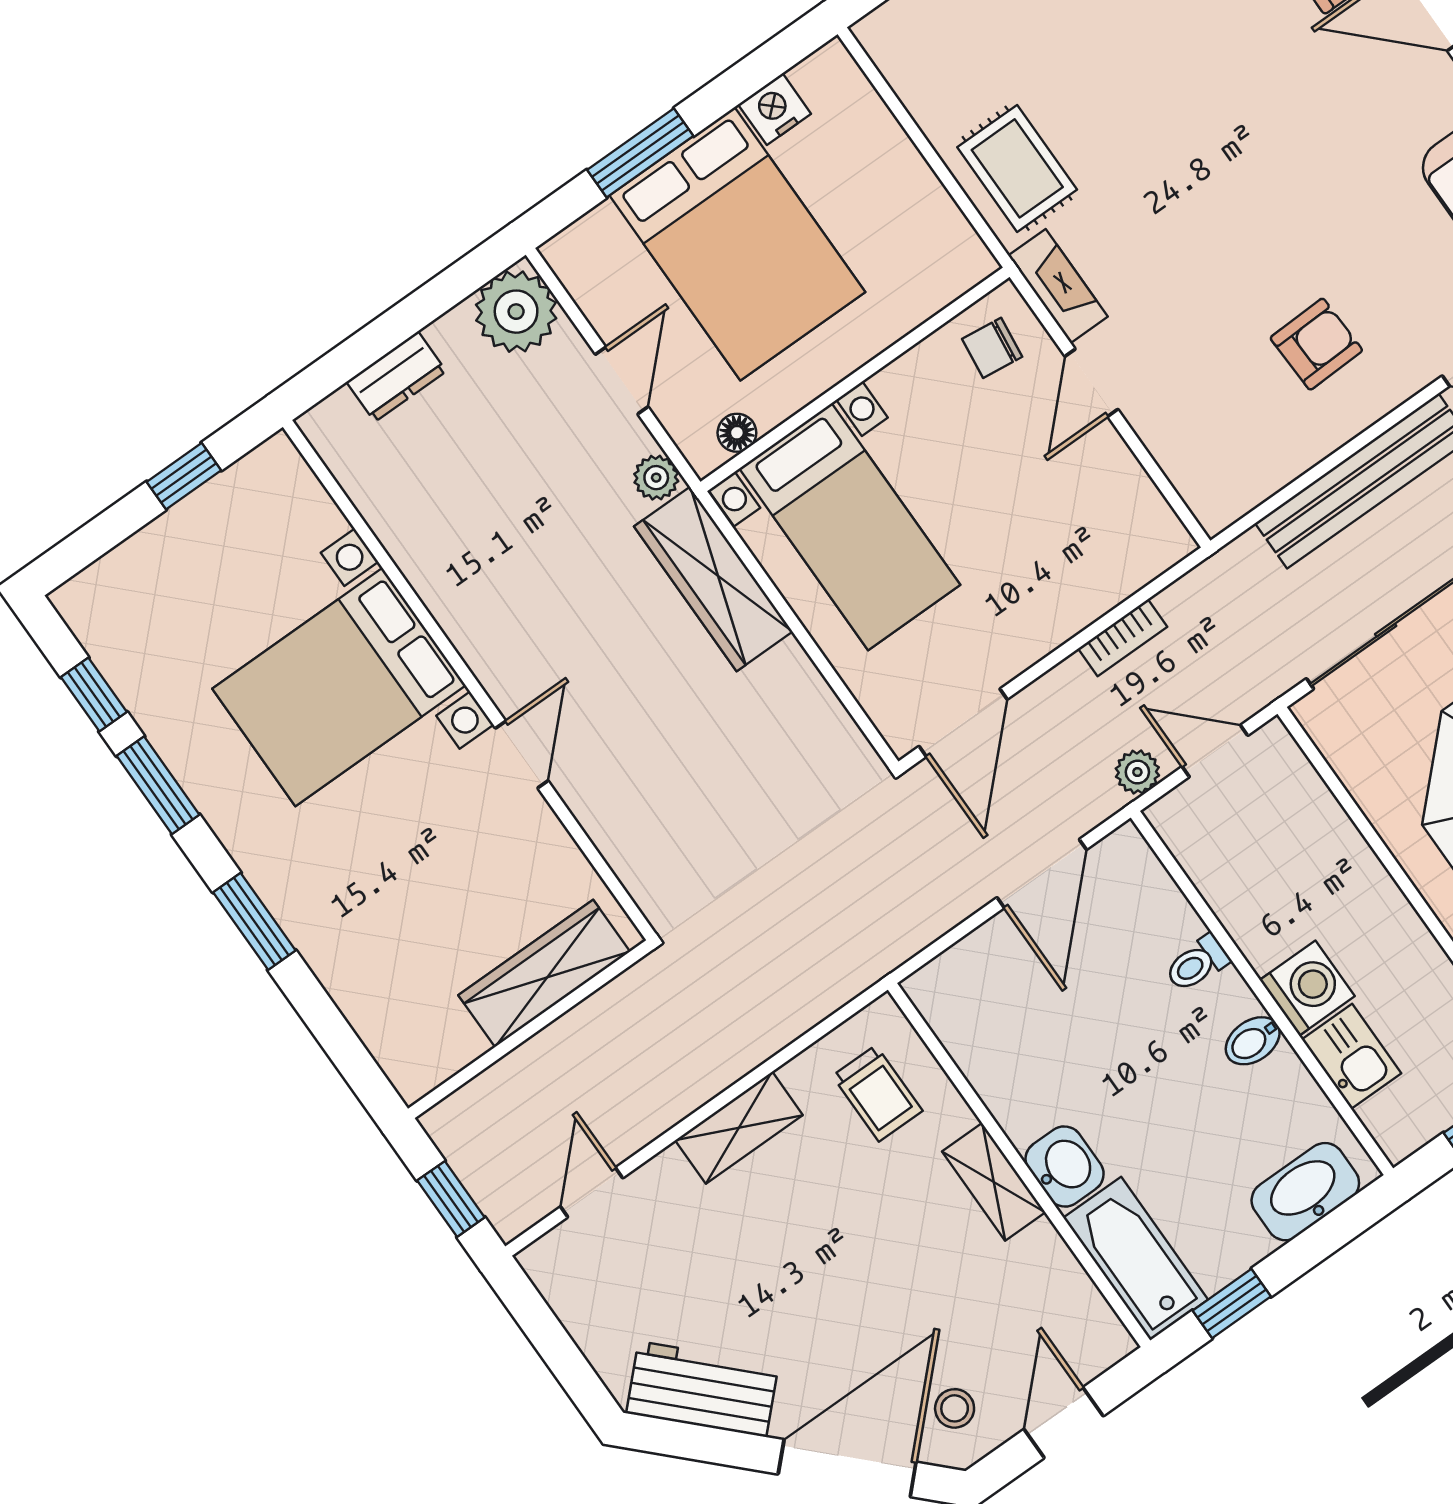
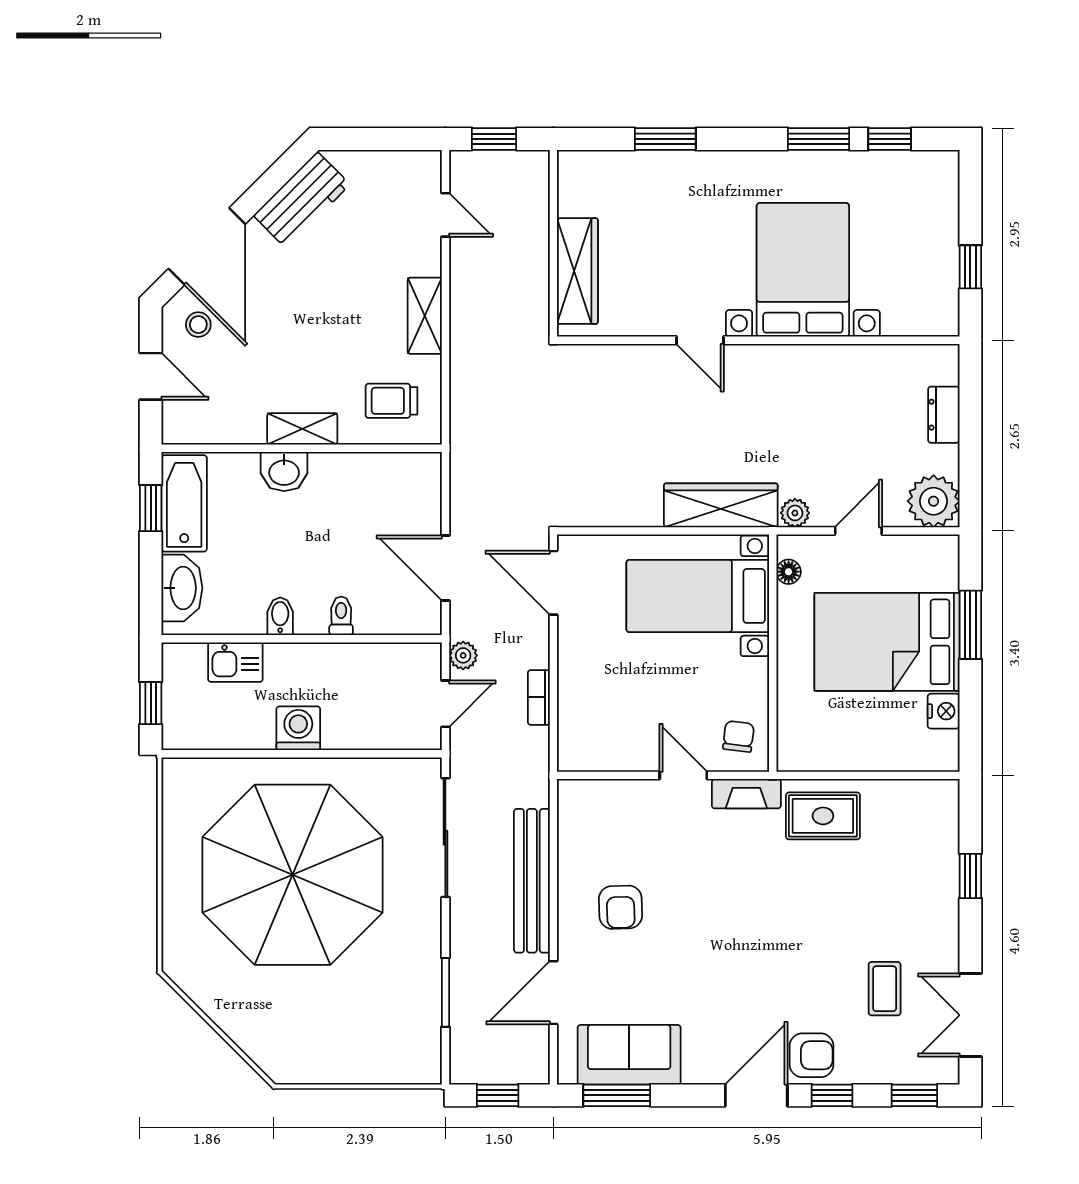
door: (622, 381) -> (858, 531), swing flipped
window: (254, 921) -> (665, 139), moved
washing machine: (1307, 988) -> (298, 728), moved, turned 180
bathtub: (1136, 1259) -> (184, 503), moved, turned -90

